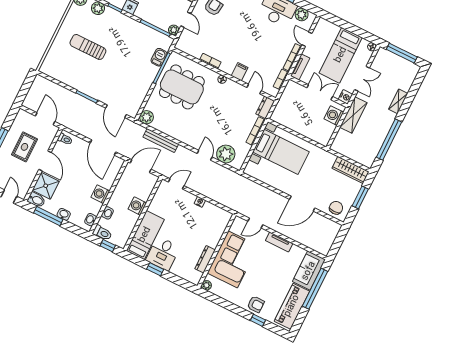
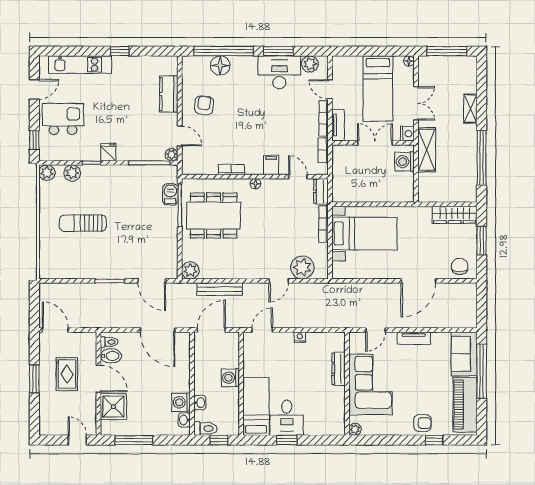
door: (45, 119) -> (55, 330), moved
door: (205, 155) -> (279, 281), swing flipped
washing machine: (100, 194) -> (181, 402), moved
bidet: (36, 200) -> (111, 356), moved
washbasin: (64, 214) -> (151, 429), removed
dresser: (205, 259) -> (339, 369), moved

